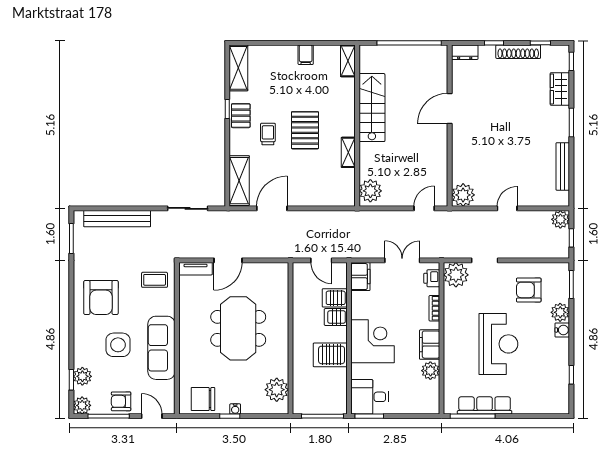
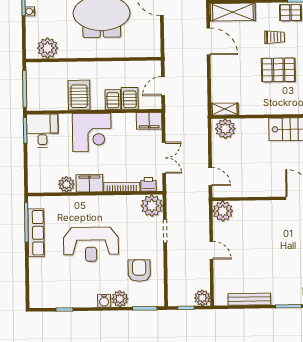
shelving: (348, 152) -> (225, 109), moved
bookcase: (434, 308) -> (122, 187), width x1.56

